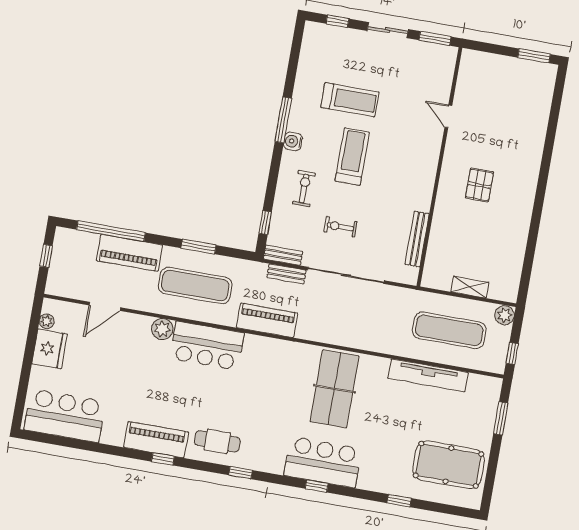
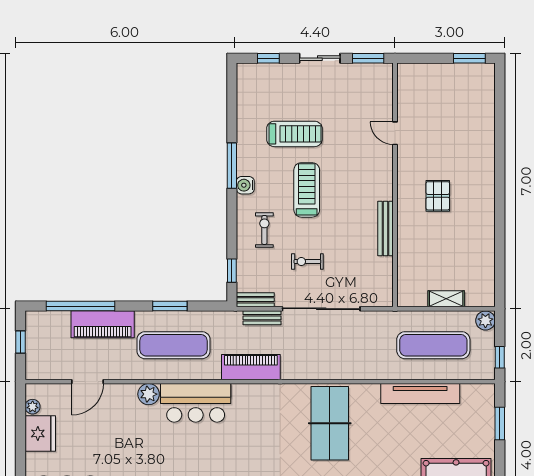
bench: (417, 239) -> (385, 228), moved

